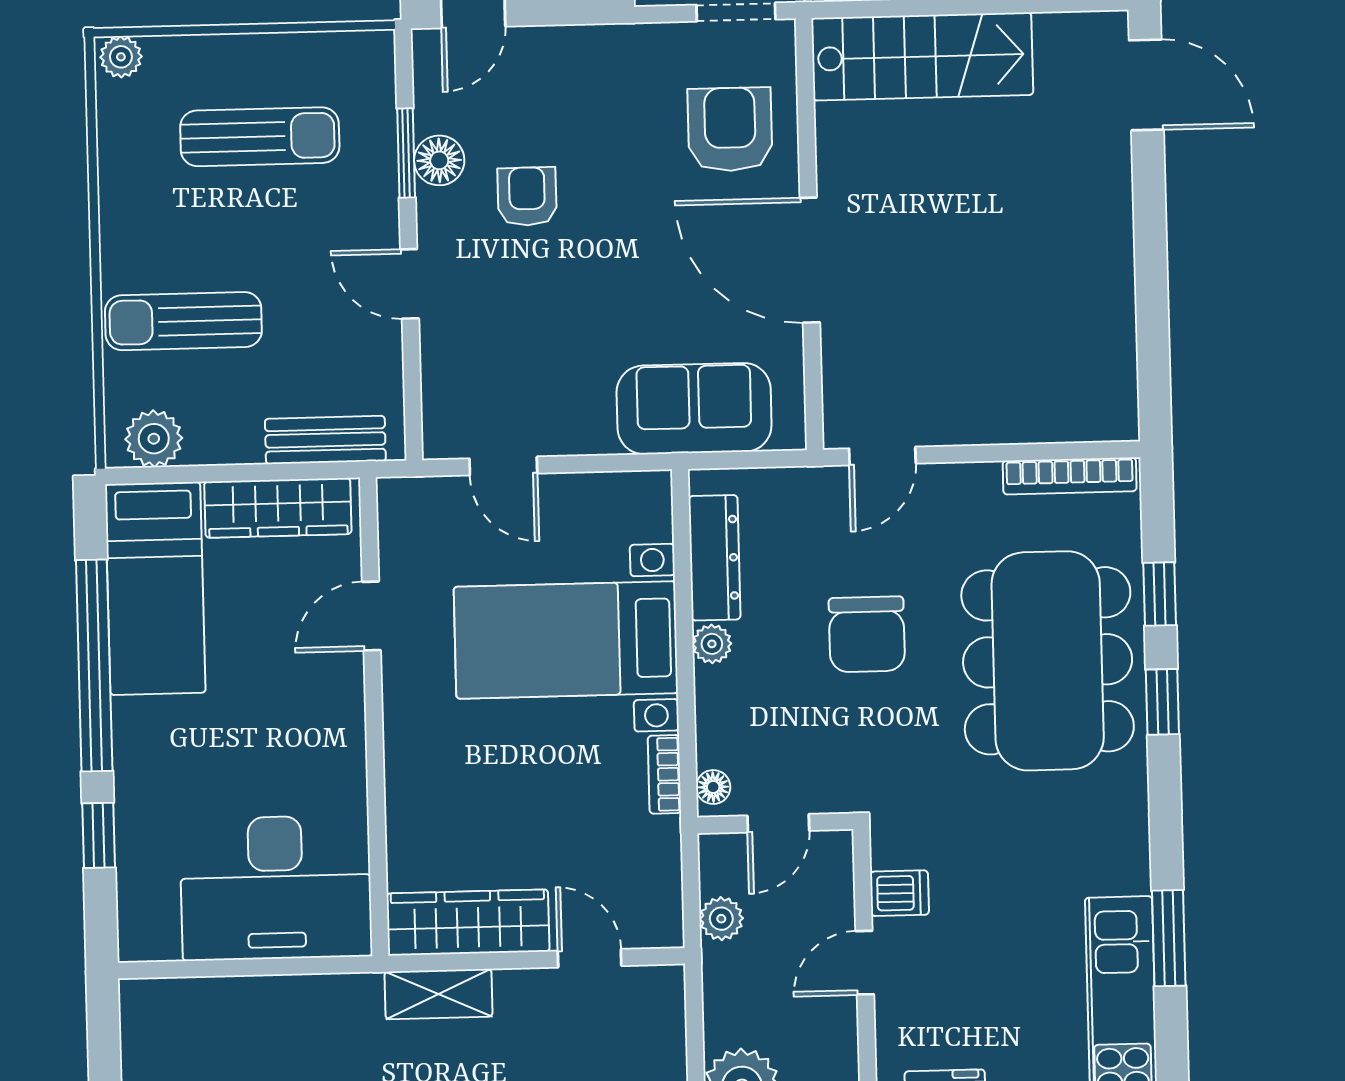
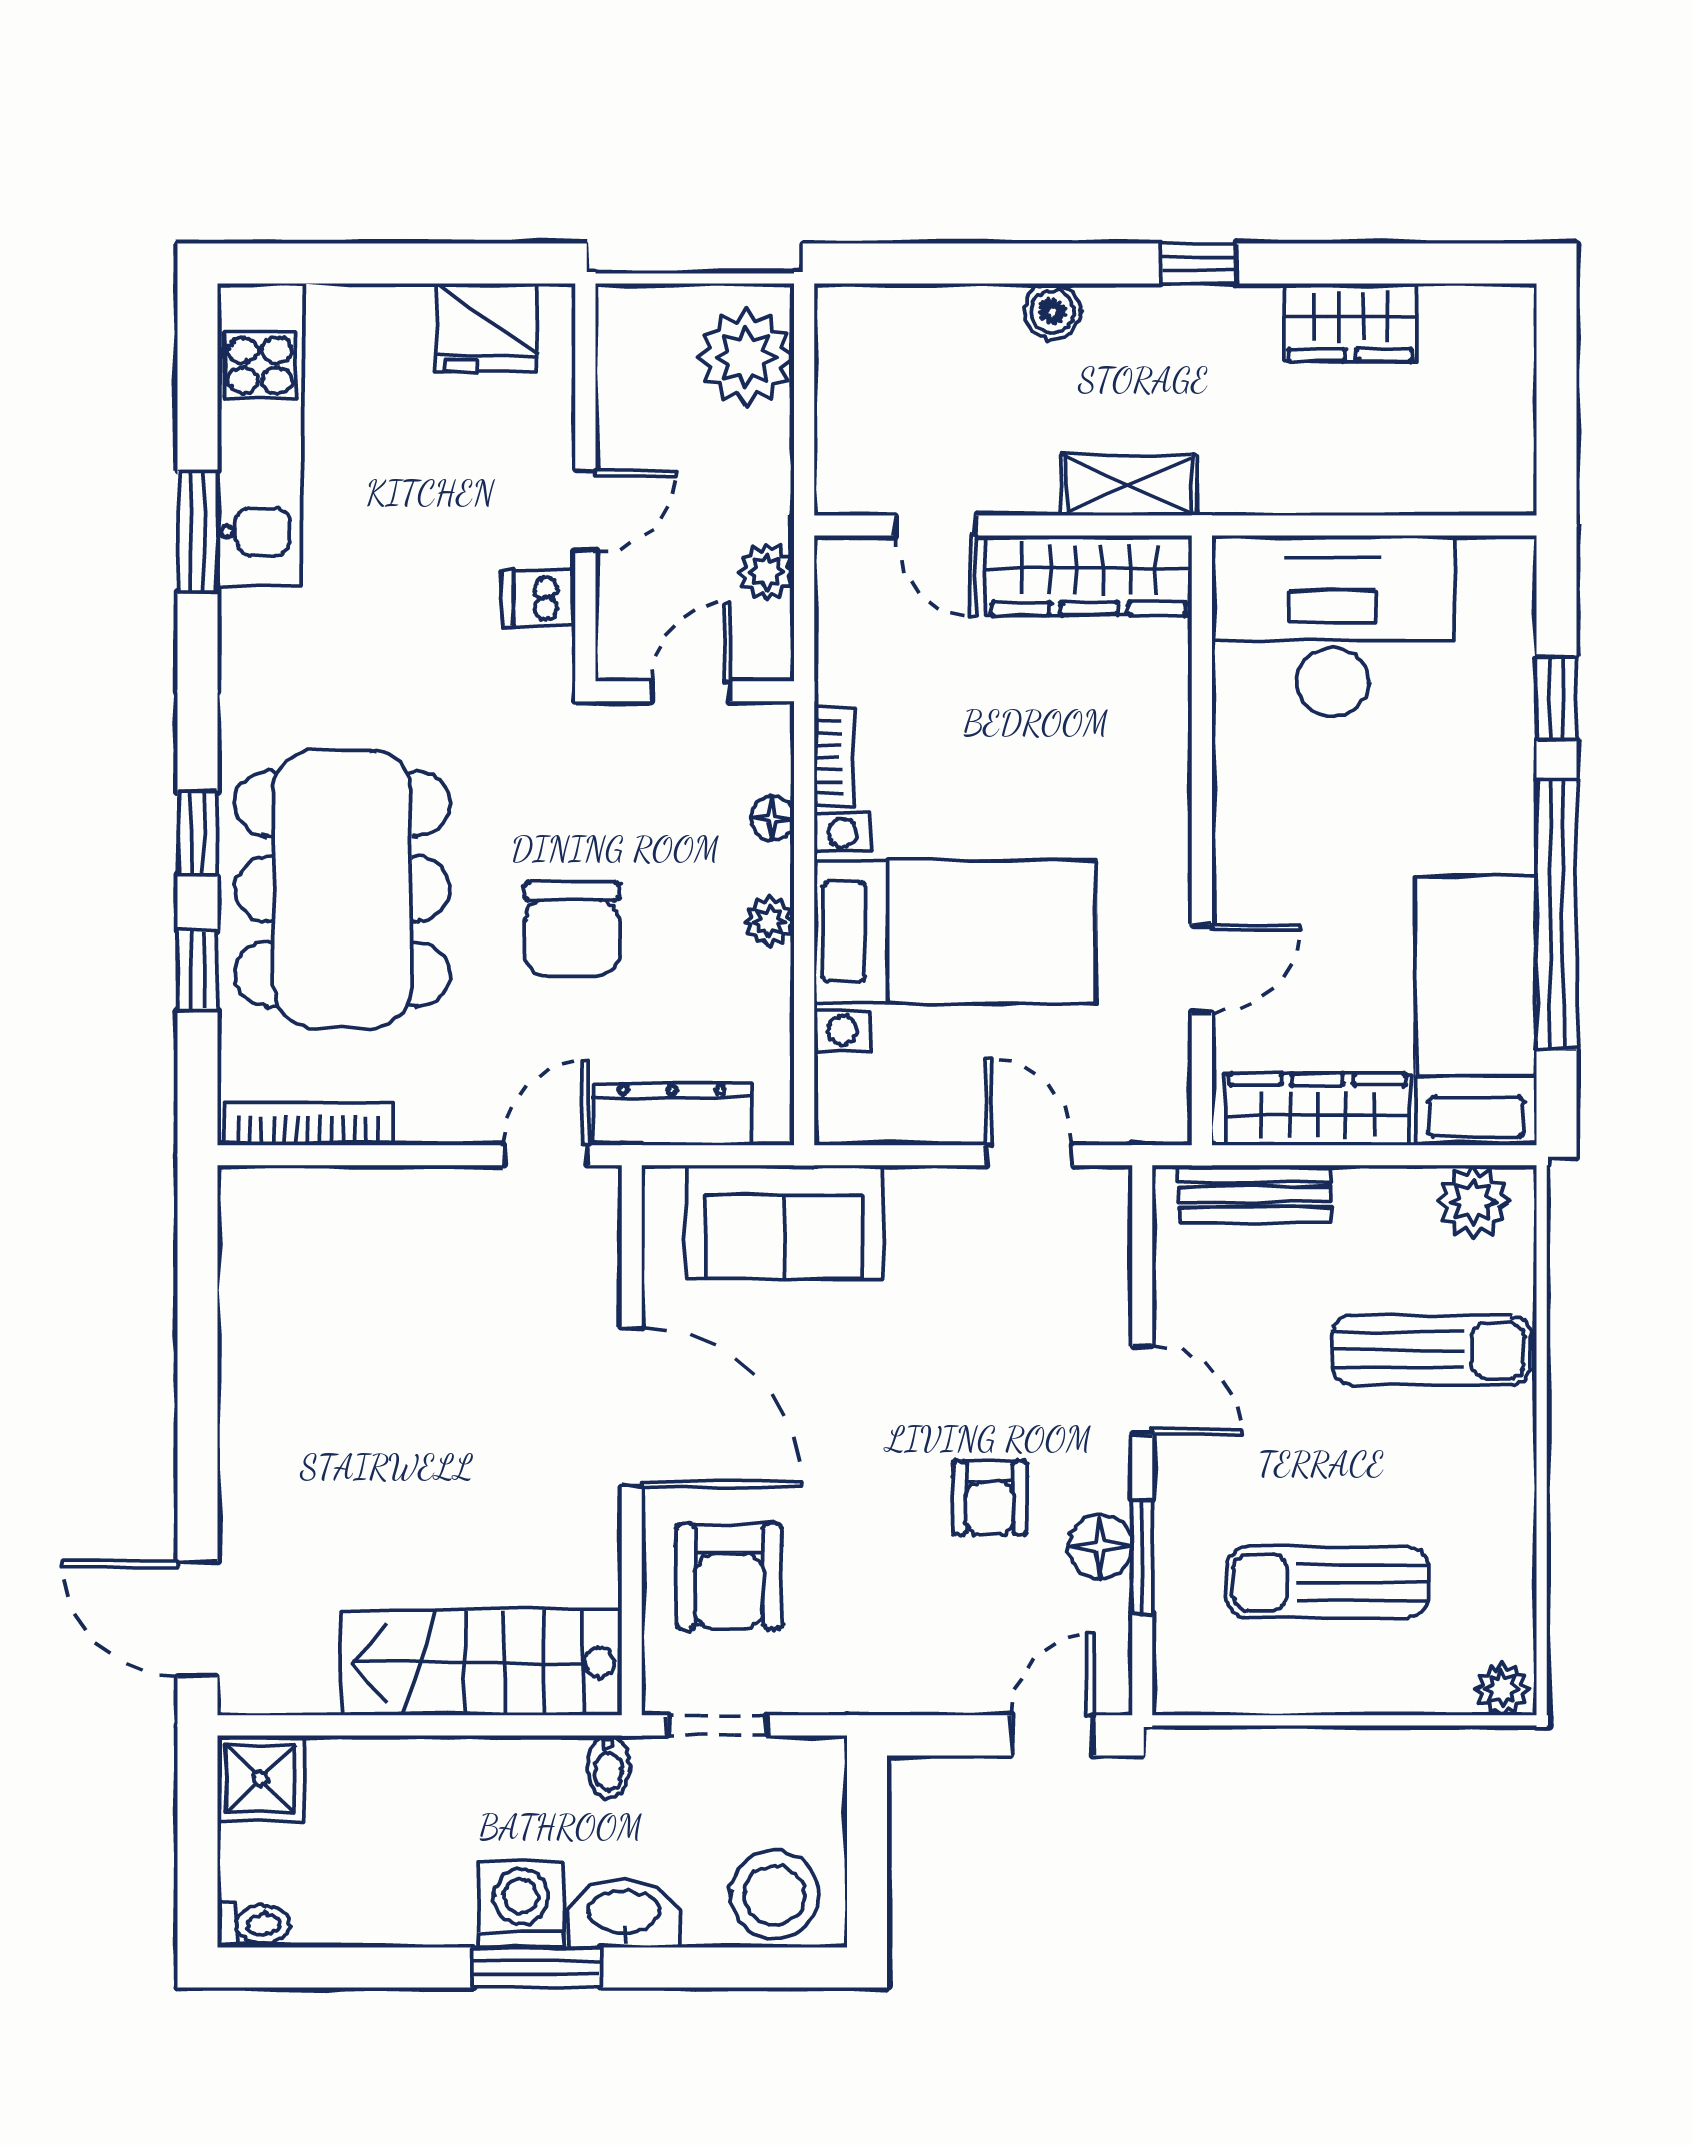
dresser: (714, 558) -> (672, 1114), moved, turned 90
chair: (867, 634) -> (572, 929), turned 180
floor lamp: (713, 787) -> (772, 818), moved

